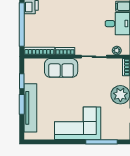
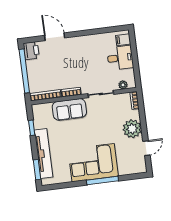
window: (22, 104) -> (37, 170), moved
window: (101, 142) -> (102, 181), moved

